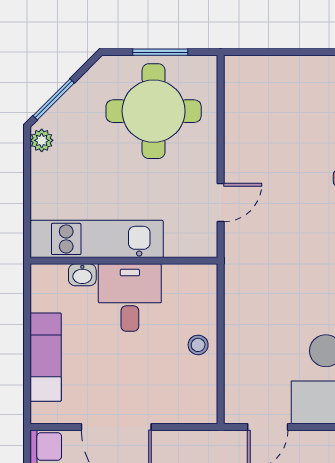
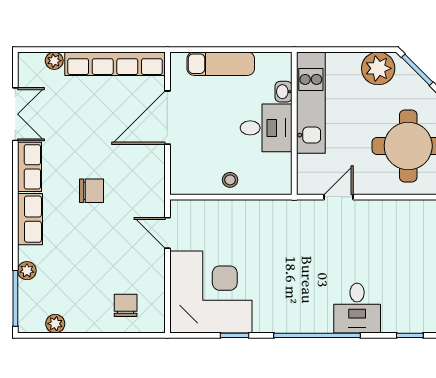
plant: (42, 140) -> (378, 68), width x1.88, depth x1.88
door: (221, 202) -> (339, 197), swing flipped

